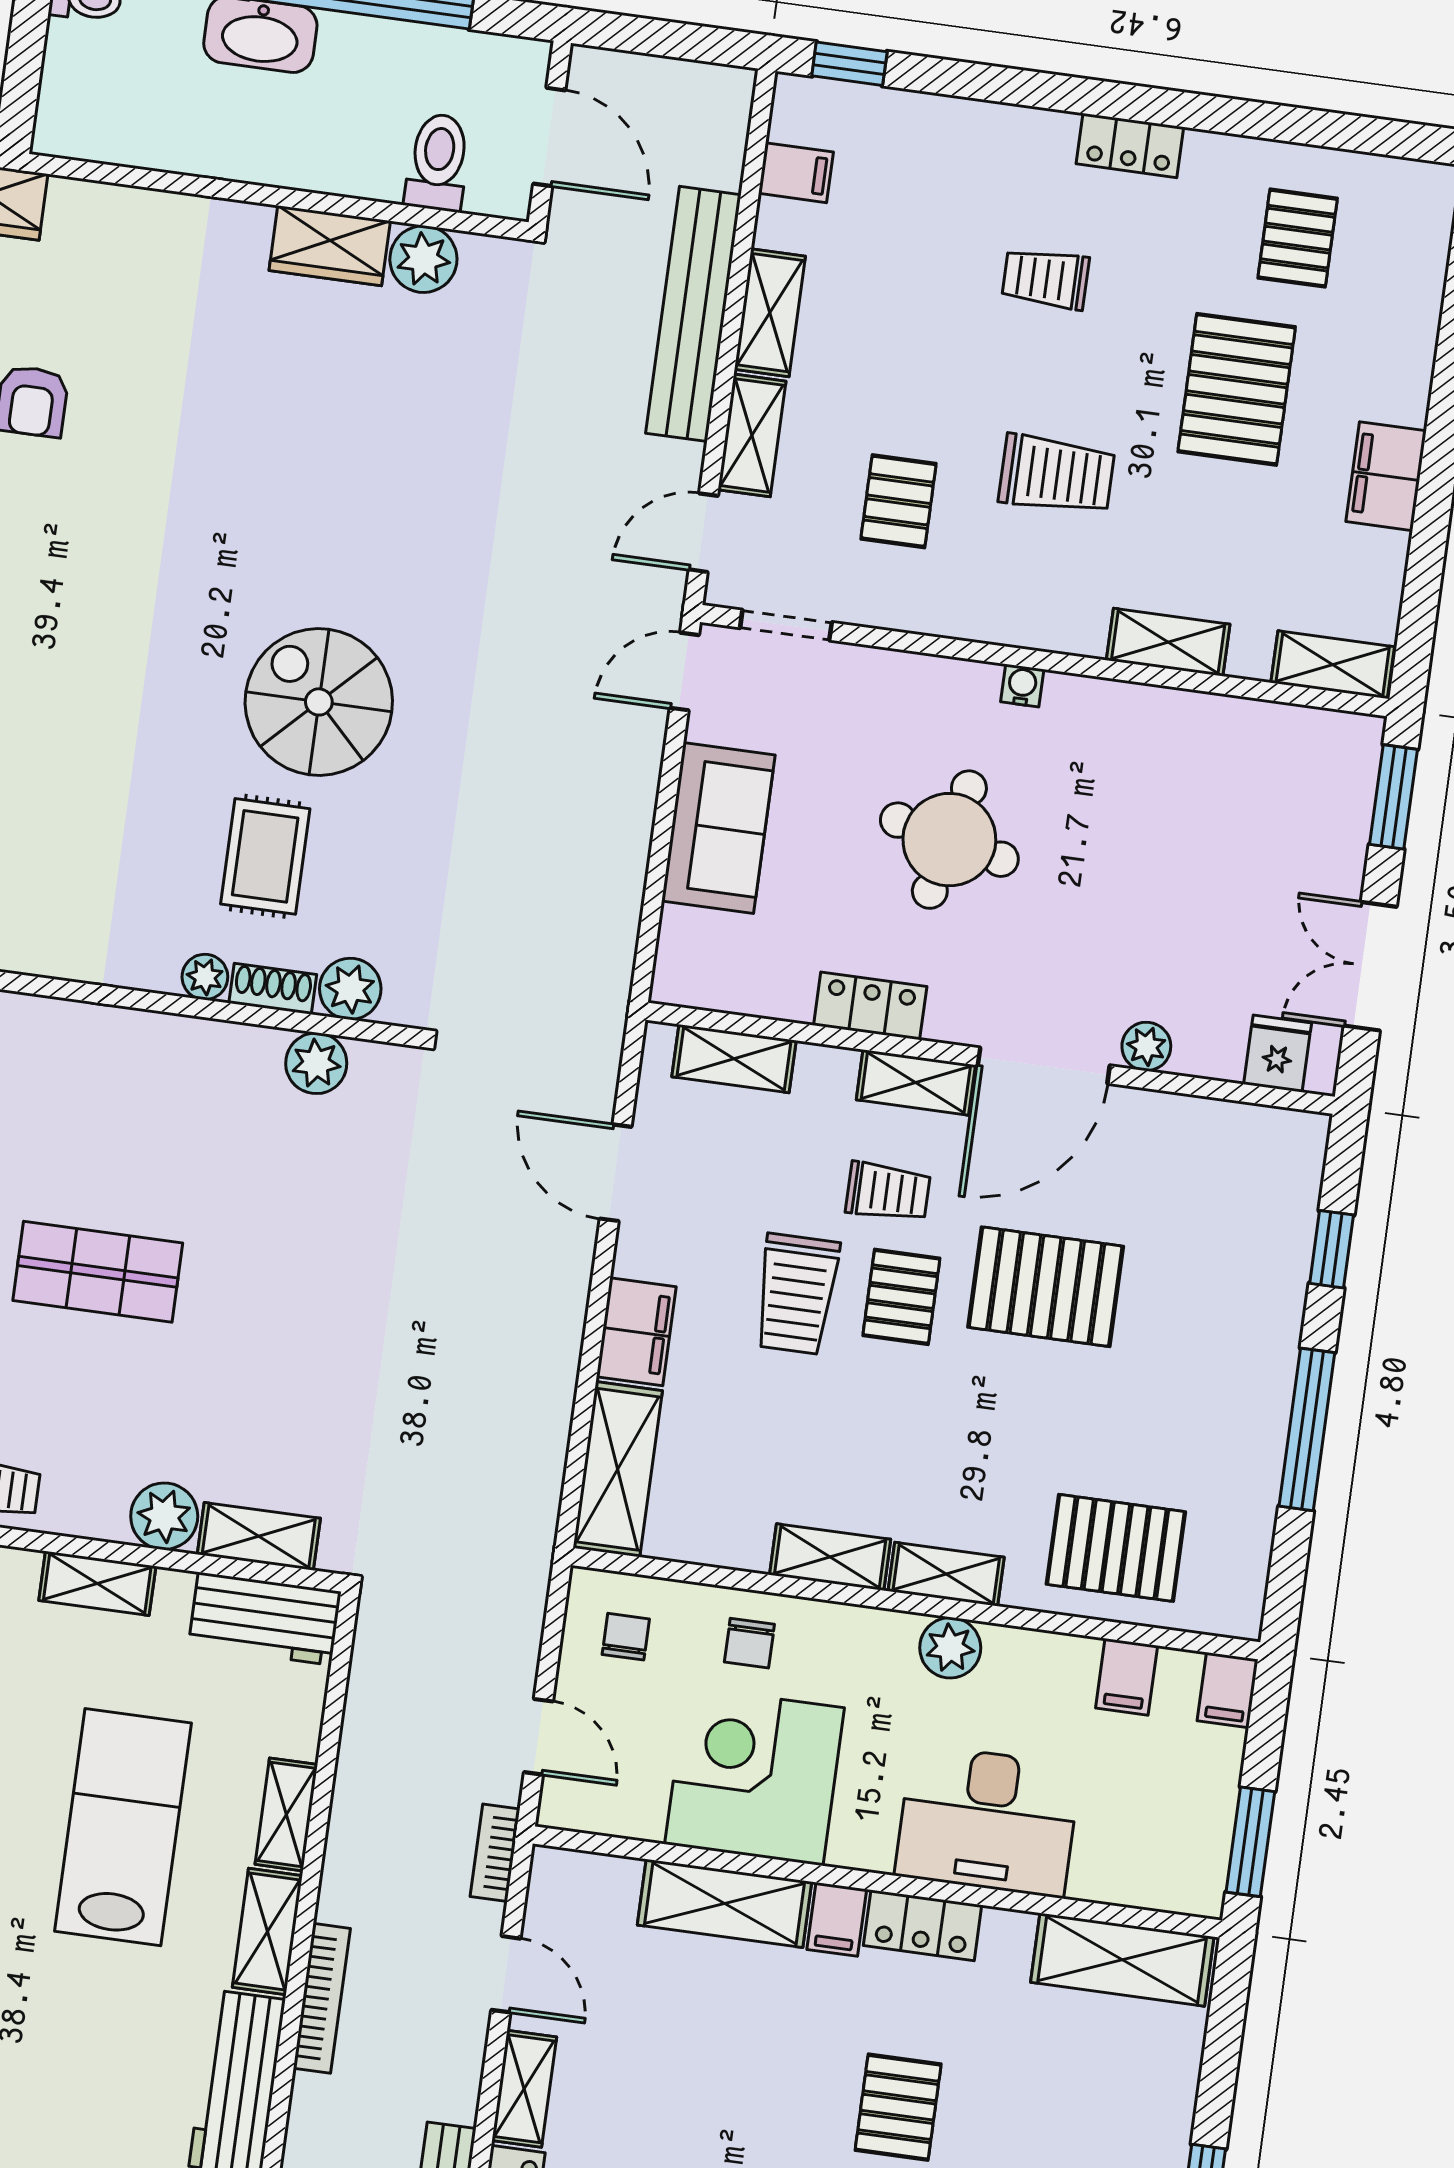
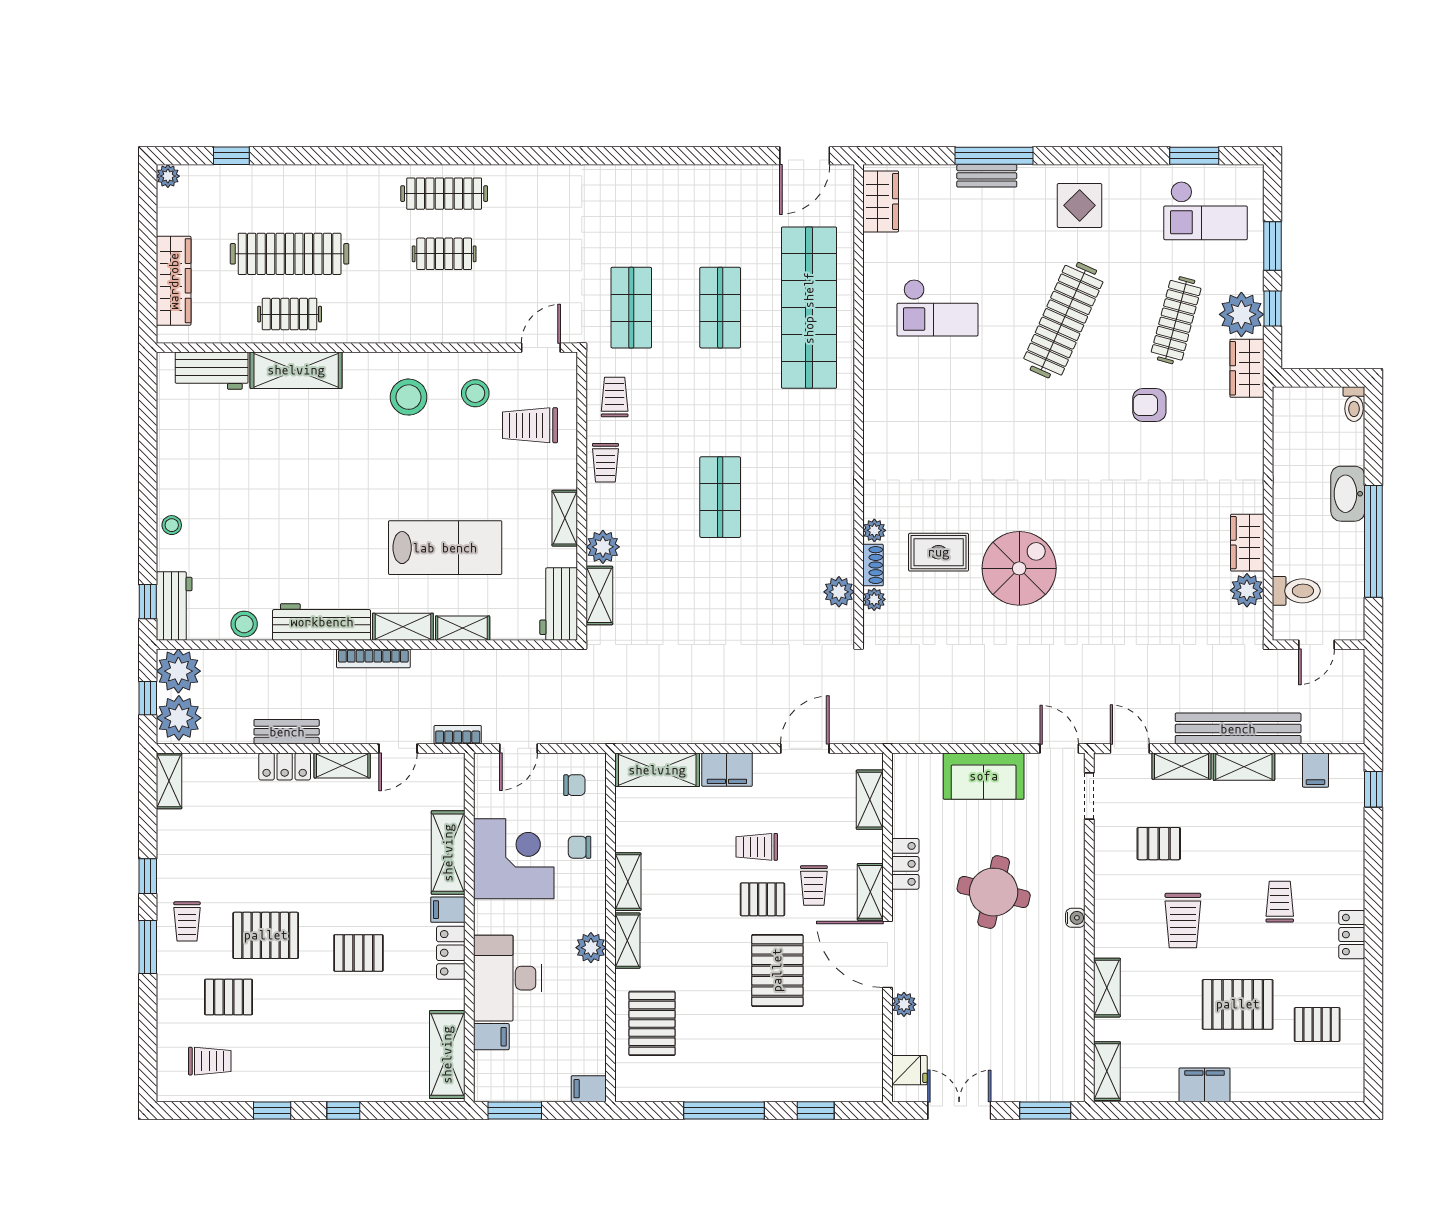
door: (549, 137) -> (1316, 645), width x0.73
plant: (350, 989) -> (874, 599), width x0.73, depth x0.73
trolley: (797, 1294) -> (757, 847), width x0.73, depth x0.72
filing cabinet: (1127, 1677) -> (491, 1037), moved, turned 180

